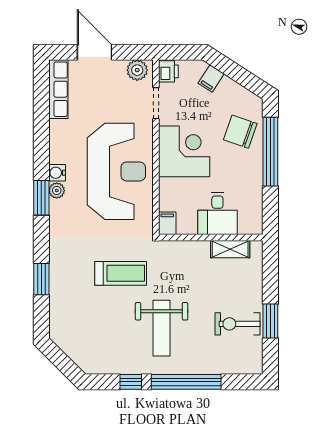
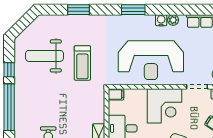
water cooler: (57, 173) -> (161, 20), moved
plant: (57, 190) -> (173, 20), moved
weight bench: (162, 328) -> (44, 56), moved

